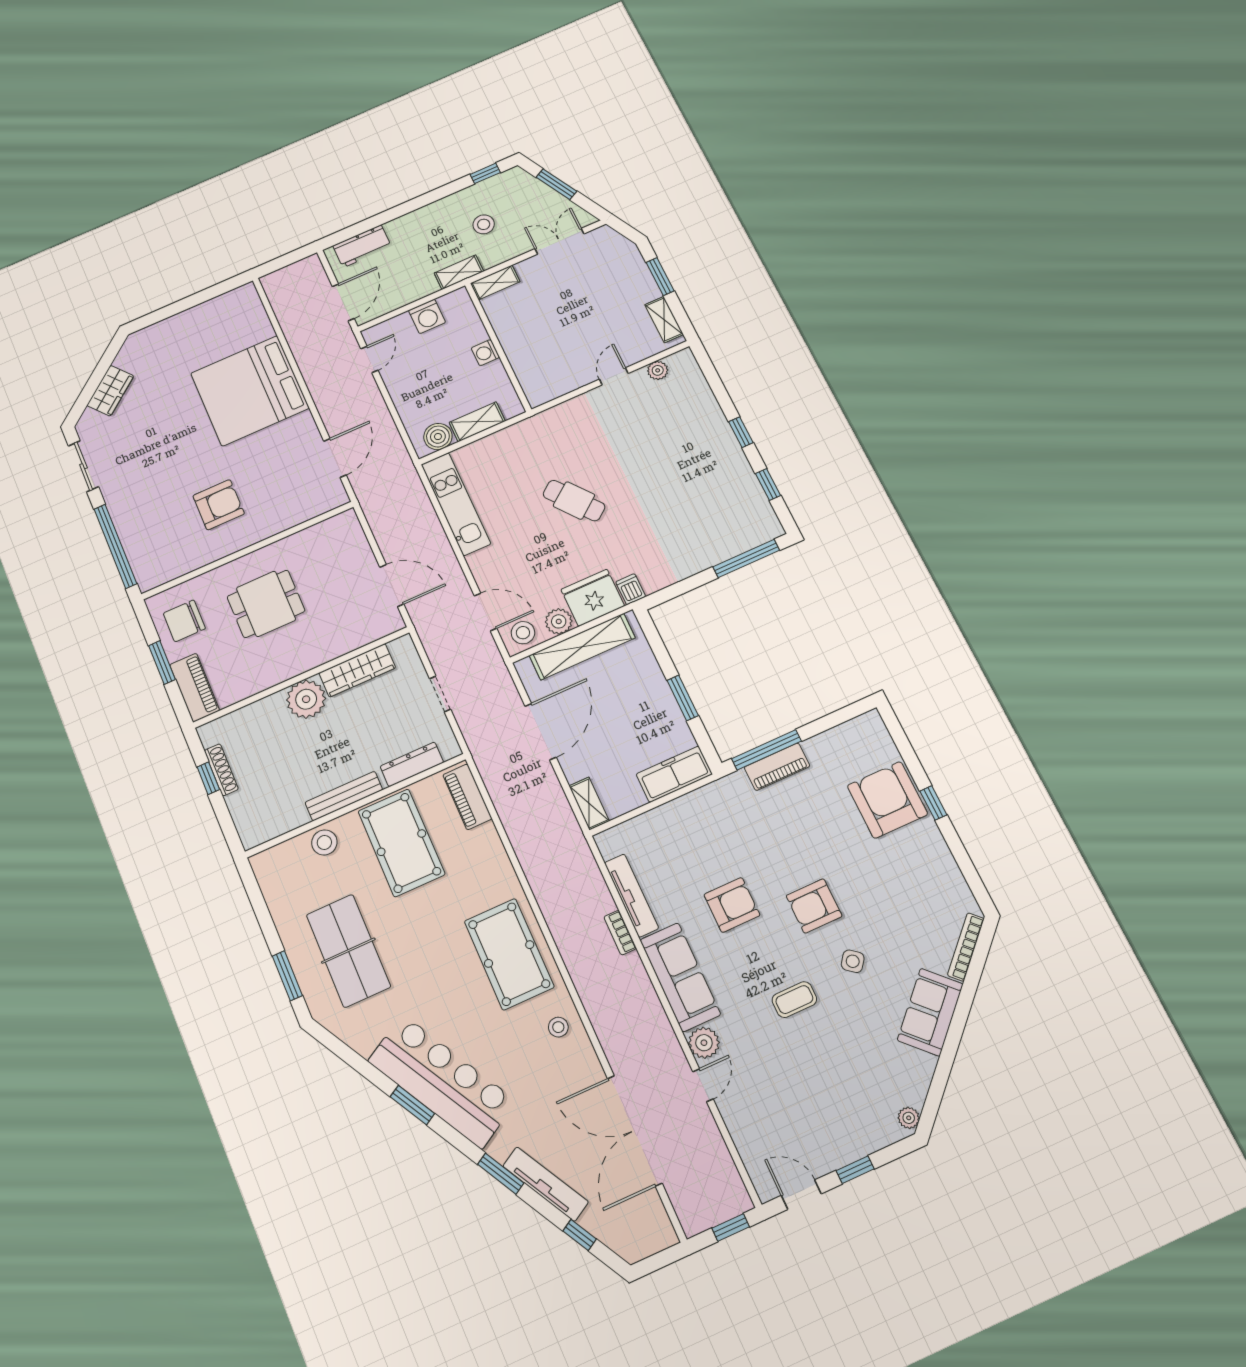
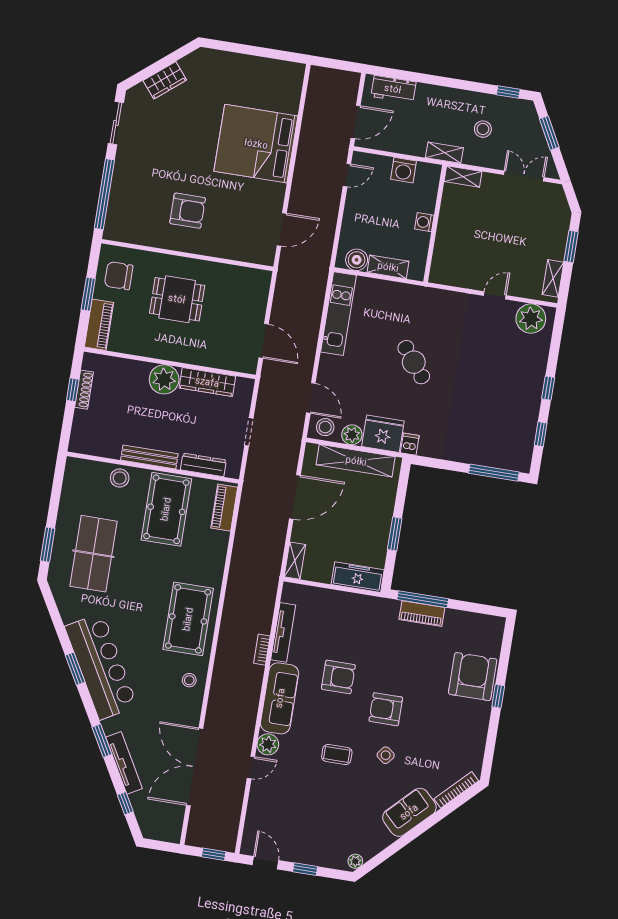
plant: (658, 370) -> (531, 319), width x1.87, depth x1.87

